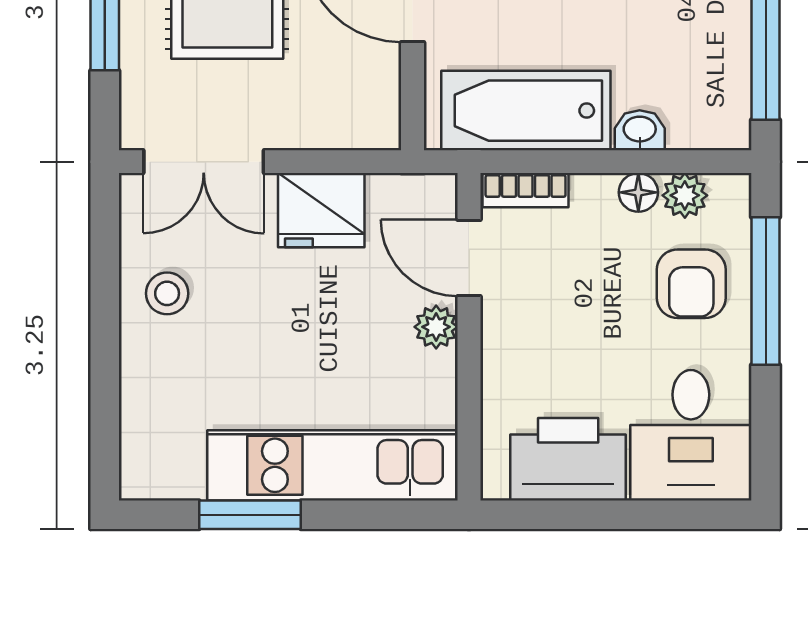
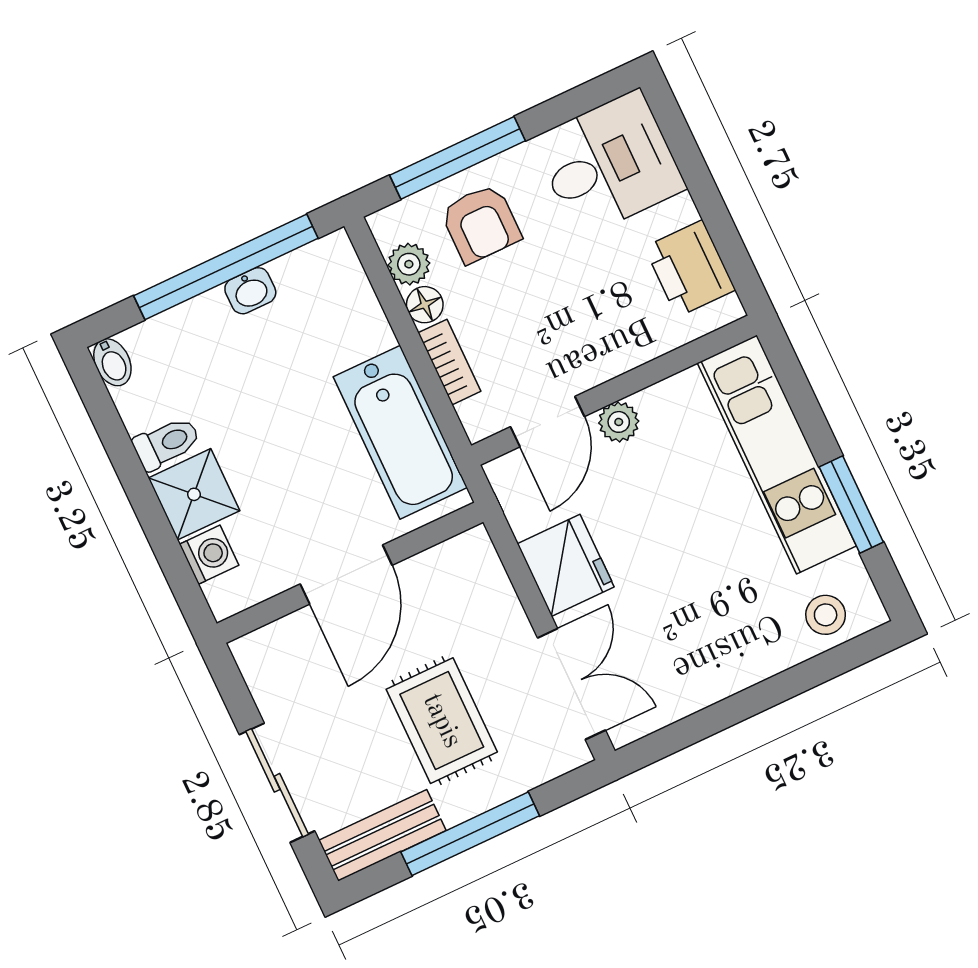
washbasin: (640, 130) -> (250, 291), moved, turned -90
bookcase: (526, 190) -> (449, 362), moved
armchair: (691, 284) -> (481, 224), turned 90
stool: (167, 293) -> (826, 615), moved
printer: (568, 459) -> (690, 268), width x0.73, depth x0.84

